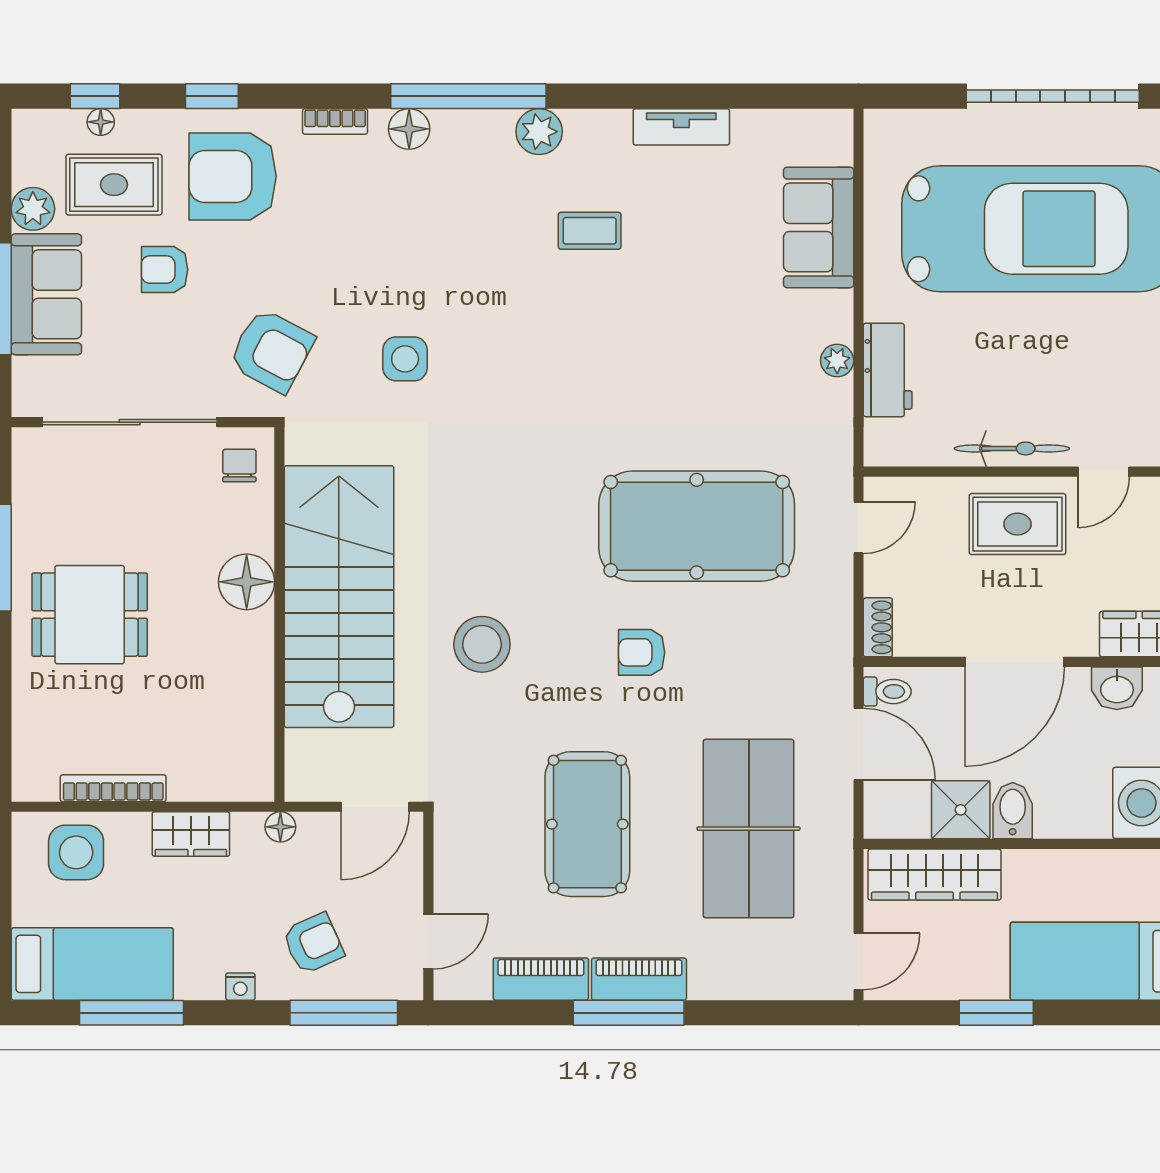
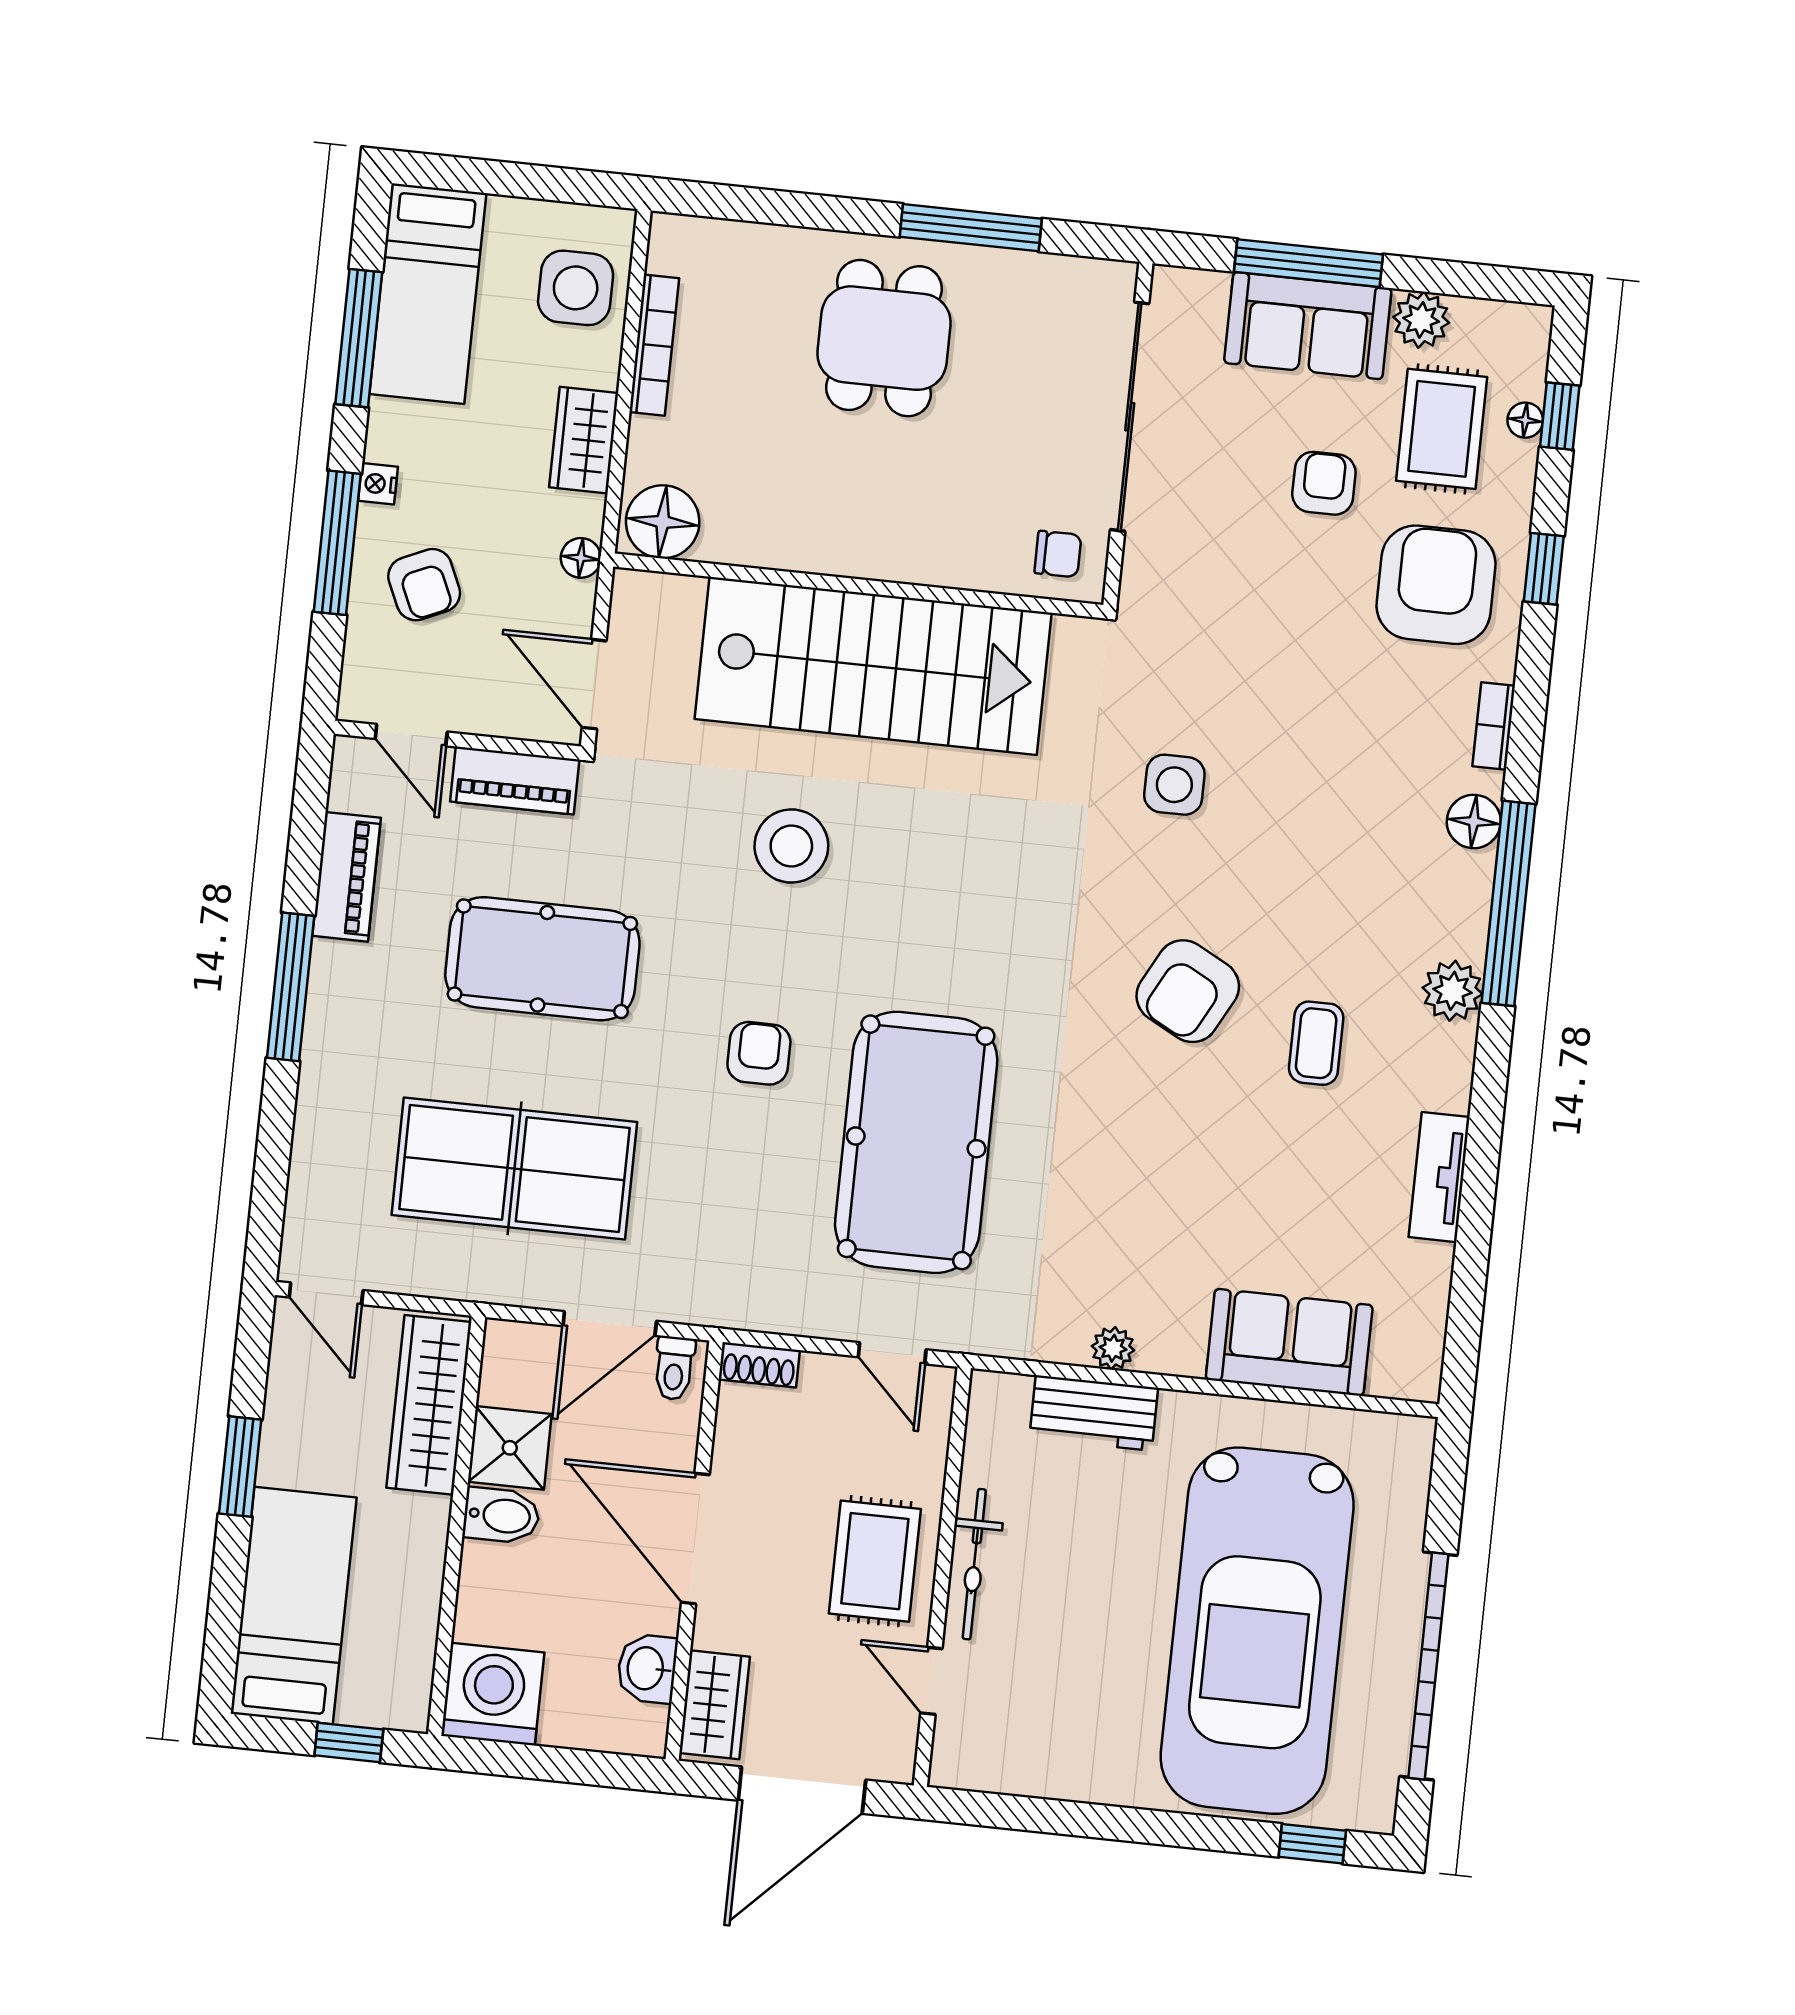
armchair: (271, 351) -> (1188, 991), moved
floor lamp: (247, 582) -> (663, 522), moved
piano: (639, 979) -> (515, 781), moved, turned 90
window: (344, 1013) -> (337, 543), moved

